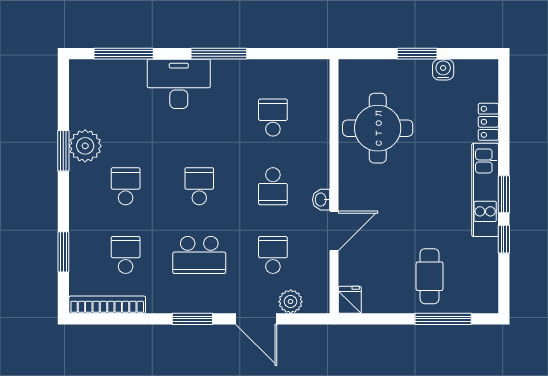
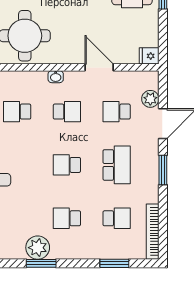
washbasin: (321, 200) -> (56, 77), moved
school desk: (126, 255) -> (117, 218), turned 180

